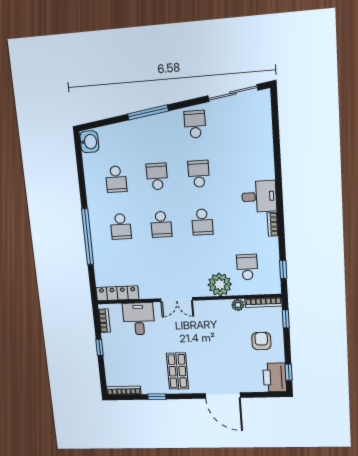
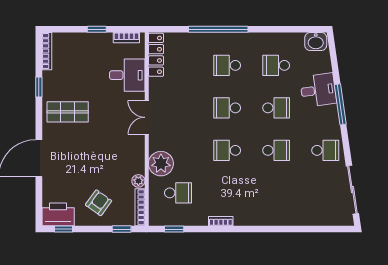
desk: (259, 196) -> (318, 90), moved, turned -98
armchair: (261, 341) -> (99, 203), turned -54

